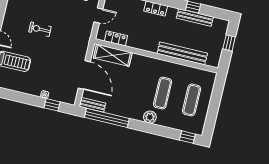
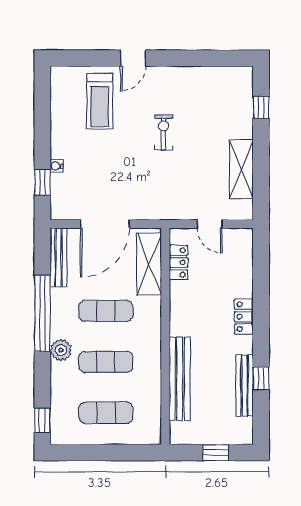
exercise mat: (134, 86) -> (106, 311), added
bench: (92, 105) -> (58, 257), width x1.36
window: (107, 118) -> (42, 313), moved

